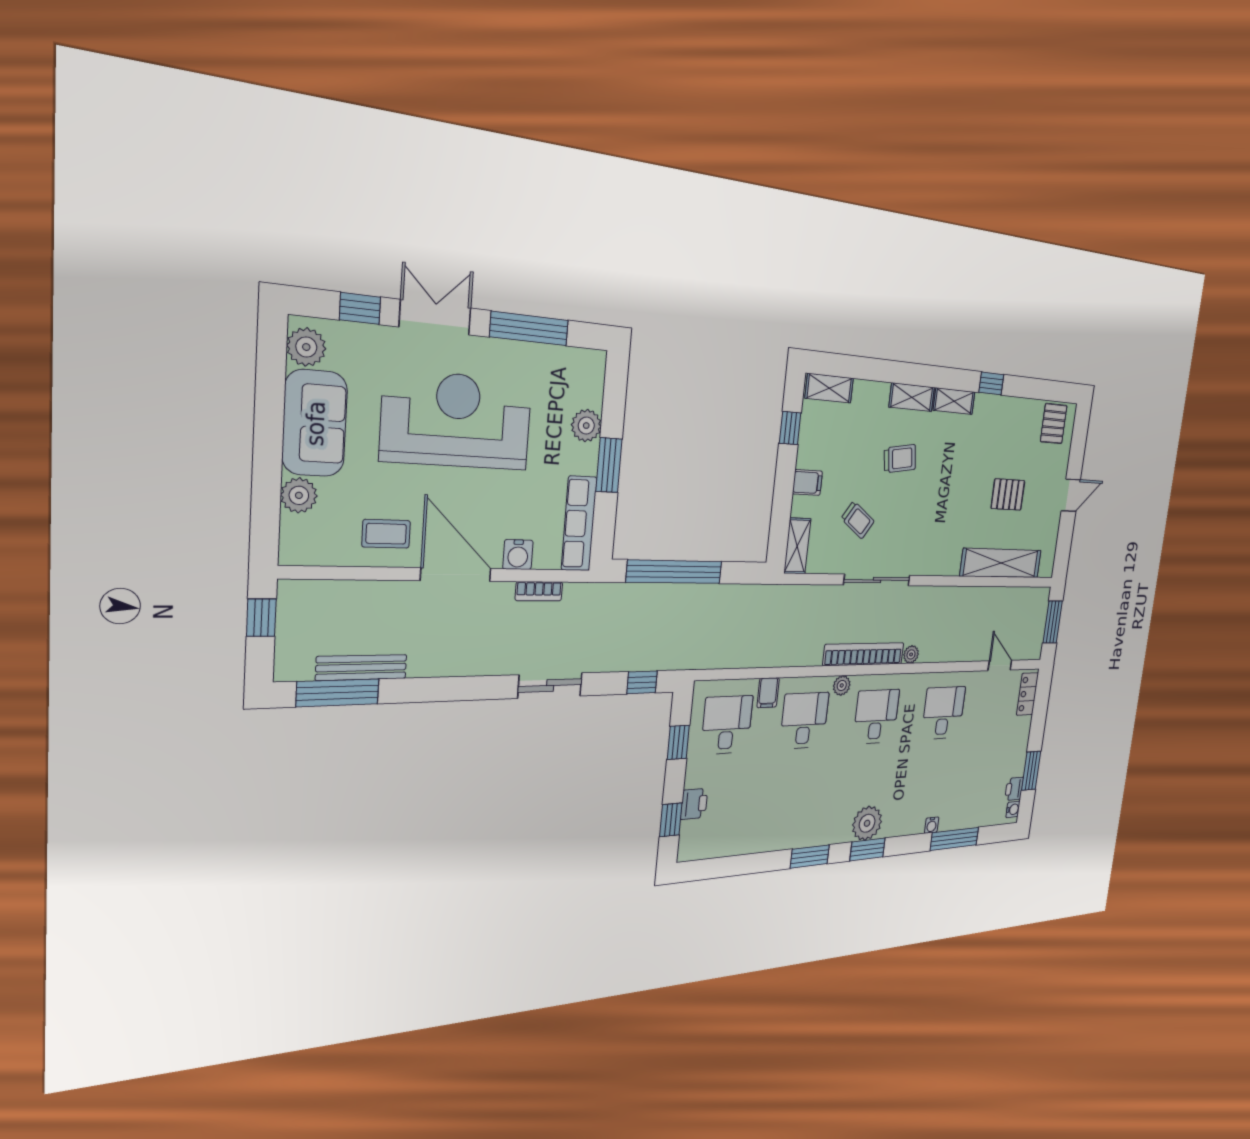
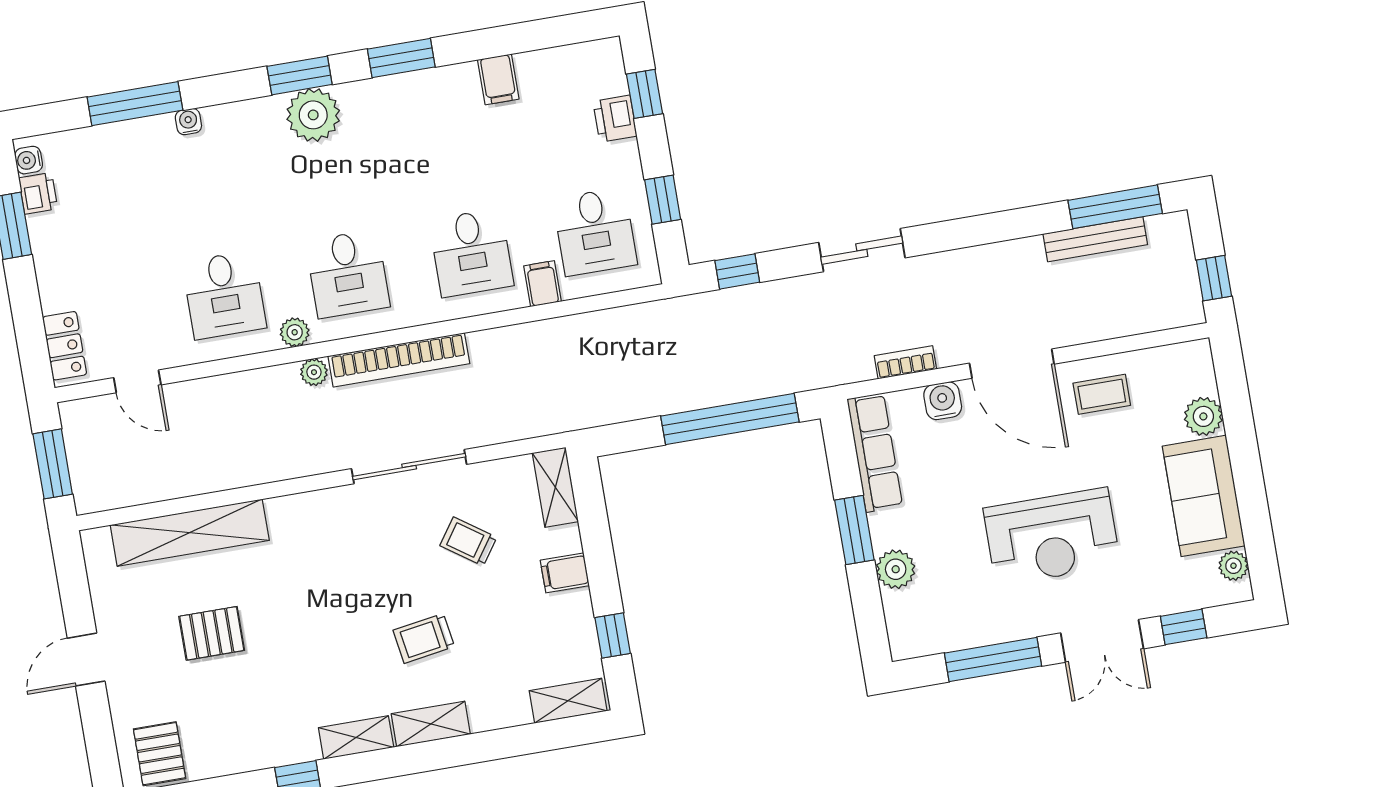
plant: (306, 347) -> (1233, 566), width x0.73, depth x0.73
reception desk: (457, 420) -> (1052, 537), width x0.74, depth x0.77
plant: (842, 685) -> (295, 332), moved
filing cabinet: (758, 838) -> (498, 79), added

